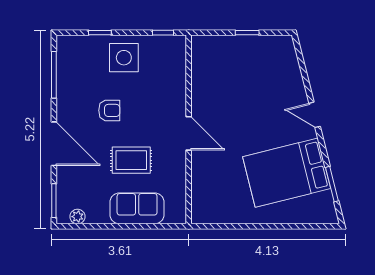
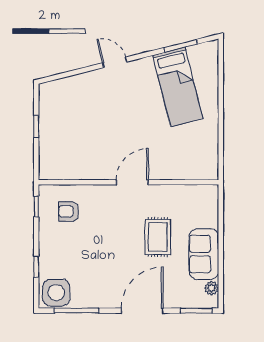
side table: (124, 58) -> (56, 293), moved
armchair: (109, 110) -> (69, 211), moved, turned -90
door: (315, 115) -> (115, 62), swing flipped
bed: (287, 173) -> (178, 87), width x0.67
sofa: (137, 208) -> (204, 254), moved

